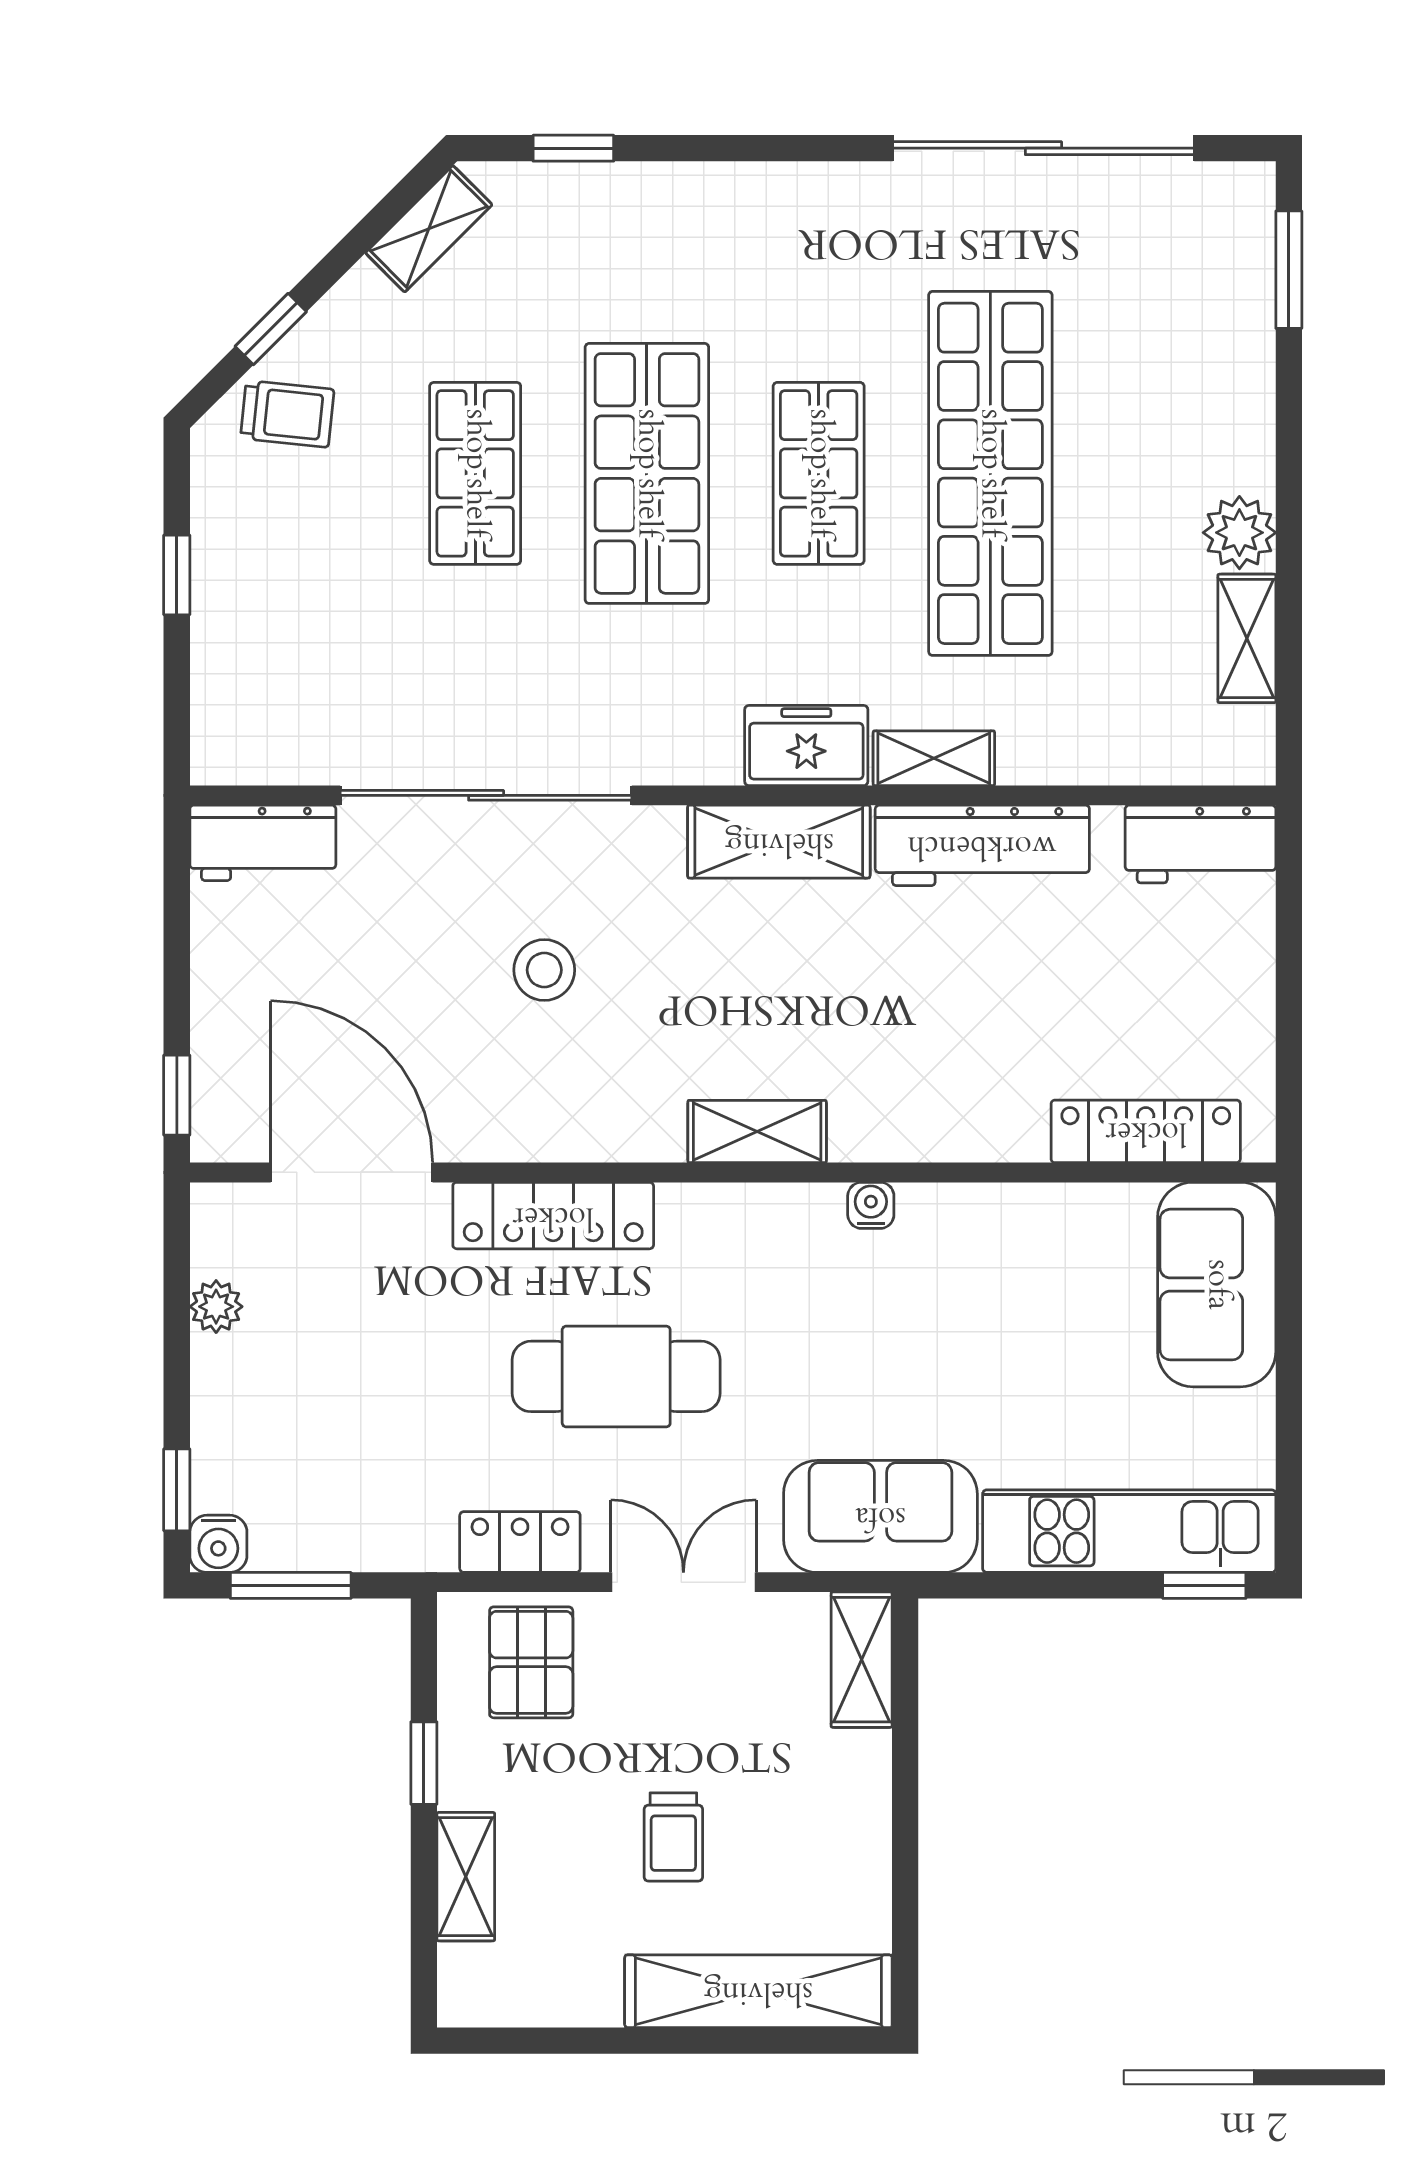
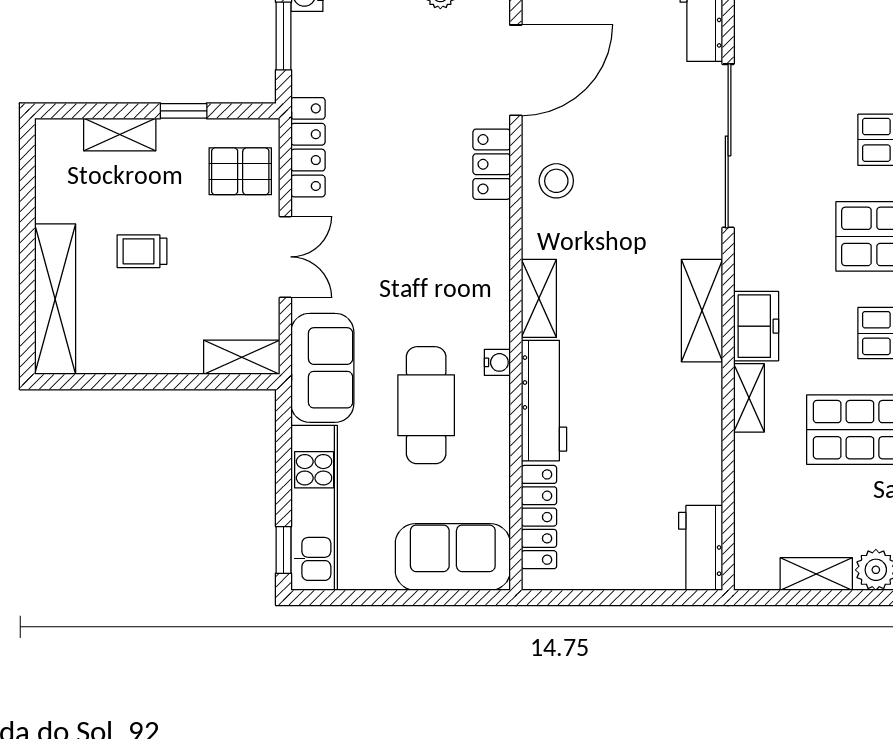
workbench: (982, 845) -> (544, 401), moved, turned 180
stool: (544, 970) -> (556, 181), moved
locker: (553, 1216) -> (492, 164), width x0.66
cafe table: (616, 1376) -> (426, 405), moved
locker: (520, 1542) -> (308, 147), width x1.53

